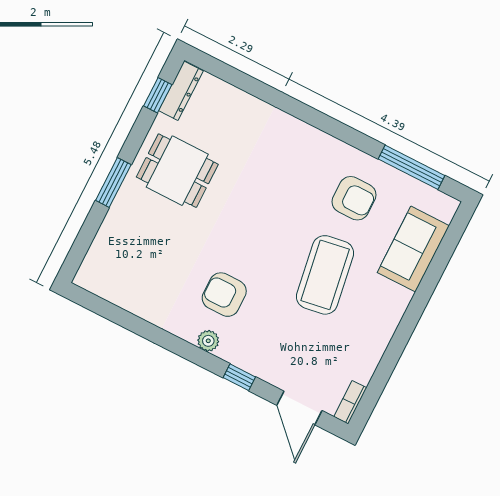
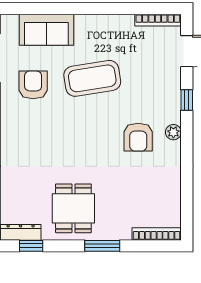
bookcase: (94, 257) -> (157, 234), added
bookcase: (350, 402) -> (158, 20), width x1.56

